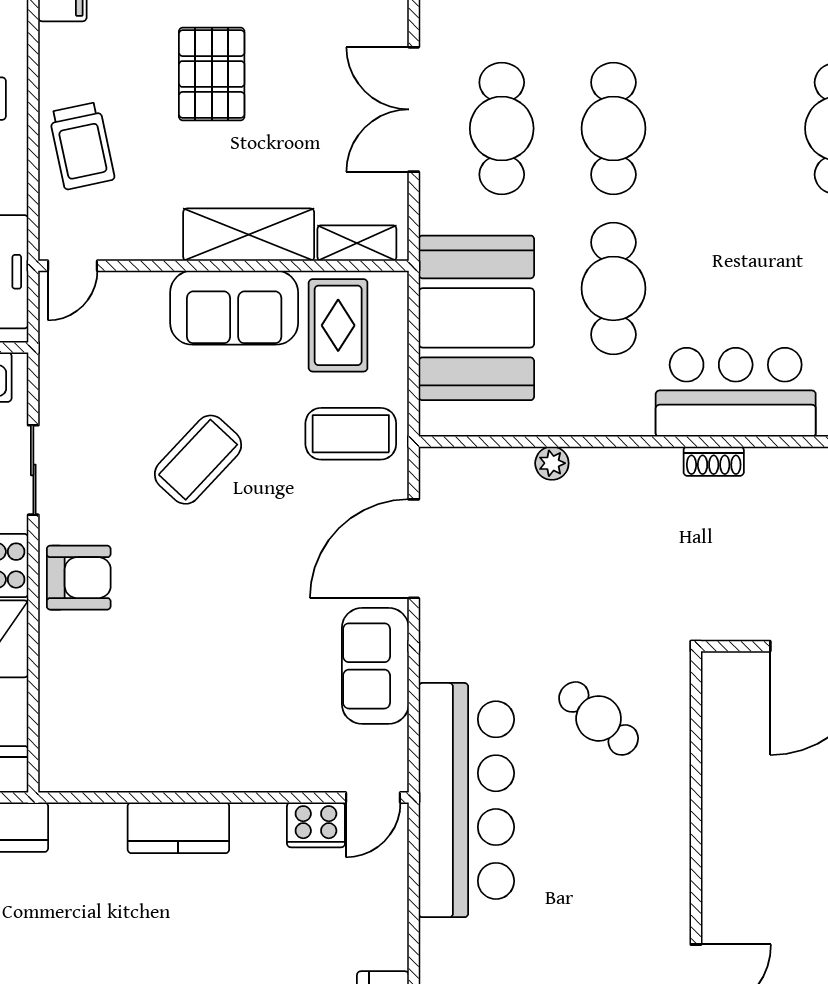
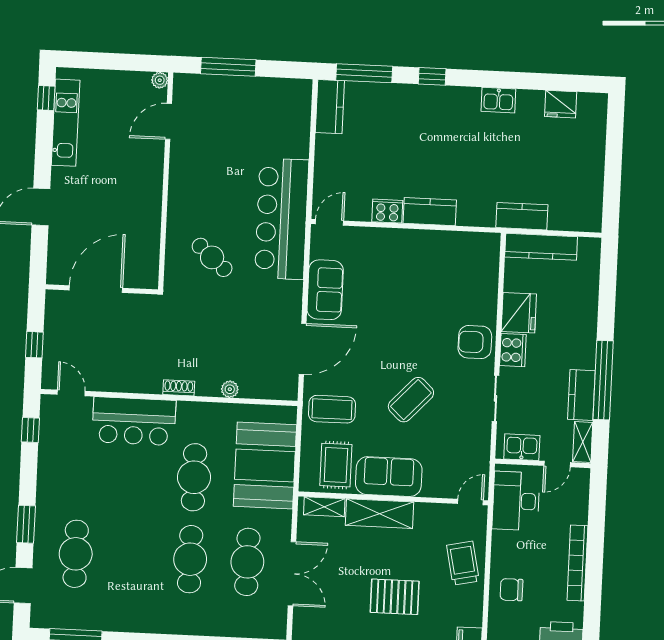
pallet: (212, 74) -> (395, 597), turned 90
shoe rack: (714, 461) -> (179, 388), moved
cooker: (316, 825) -> (387, 211), moved

